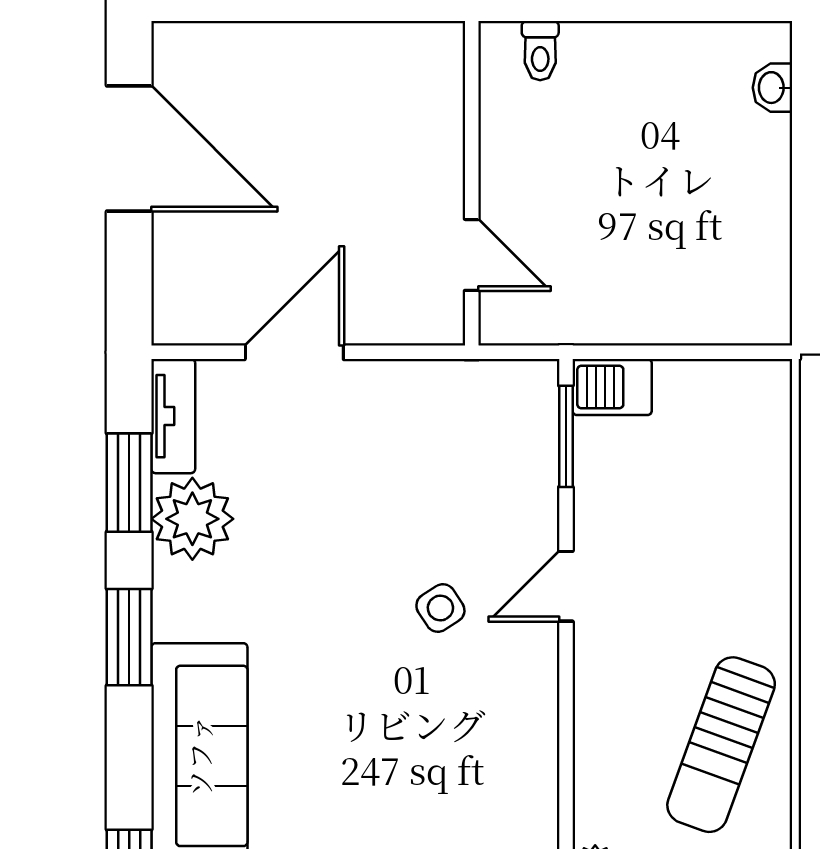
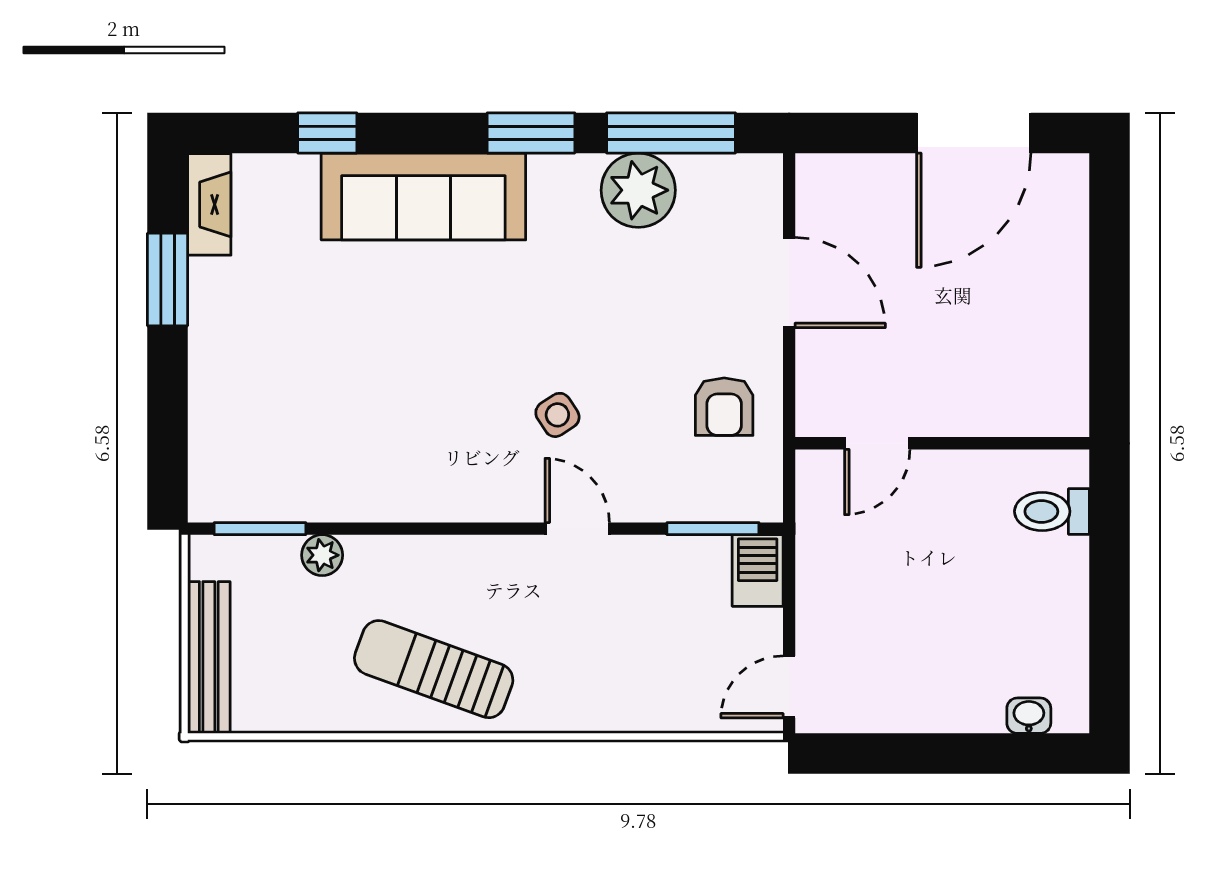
toilet: (540, 51) -> (1052, 511), width x1.37, depth x1.39
door: (741, 352) -> (789, 687), added
tv unit: (173, 416) -> (731, 173), removed
armchair: (431, 424) -> (724, 407), added
window: (129, 483) -> (671, 133), width x1.44

